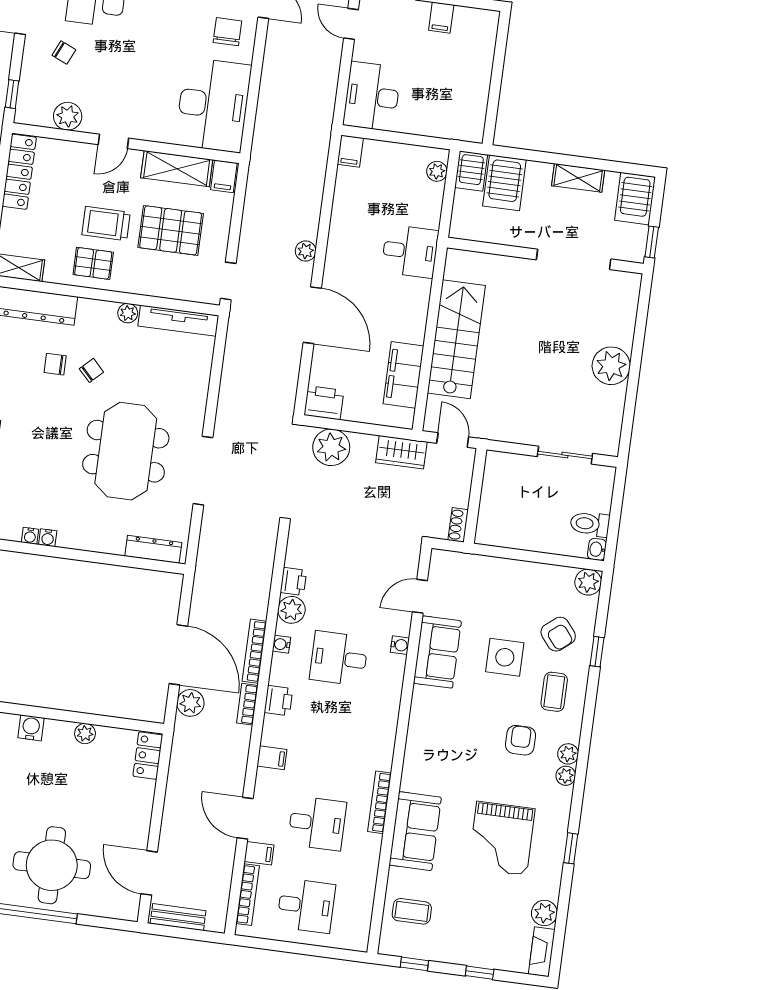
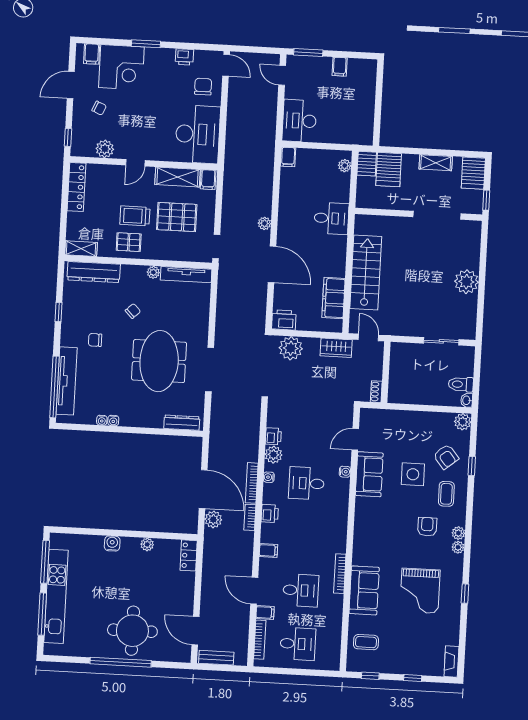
chair: (55, 364) -> (95, 340), moved
plant: (544, 913) -> (451, 636), removed

